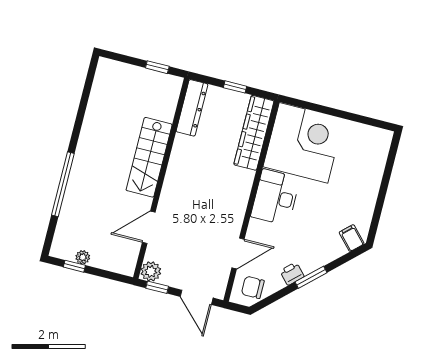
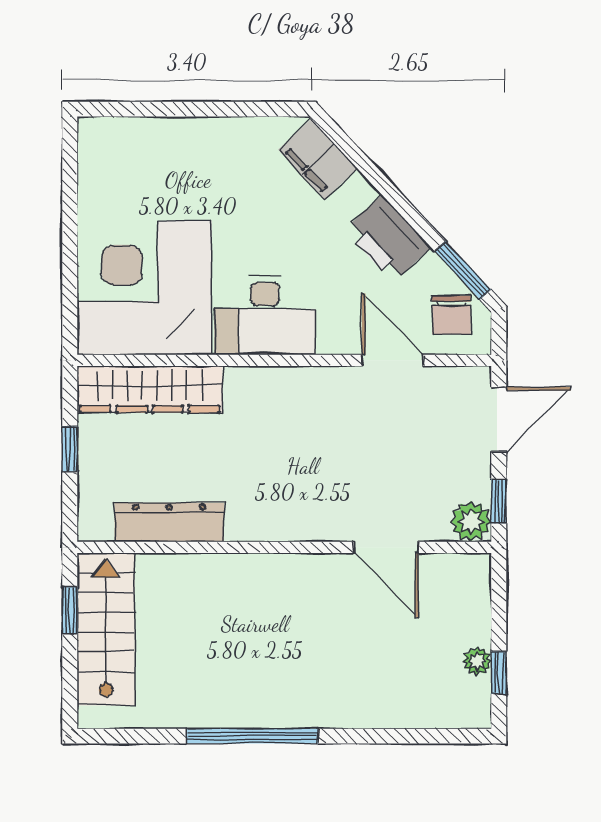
dresser: (192, 108) -> (169, 522), moved
stairs: (149, 157) -> (106, 629), moved, turned -90
window: (63, 184) -> (252, 736), moved
filing cabinet: (352, 238) -> (318, 159), width x2.00
printer: (292, 274) -> (388, 239), width x1.87, depth x1.48
window: (311, 277) -> (463, 270), moved

